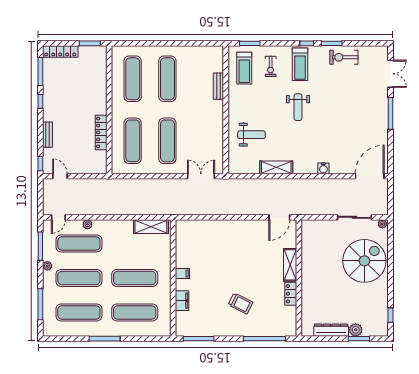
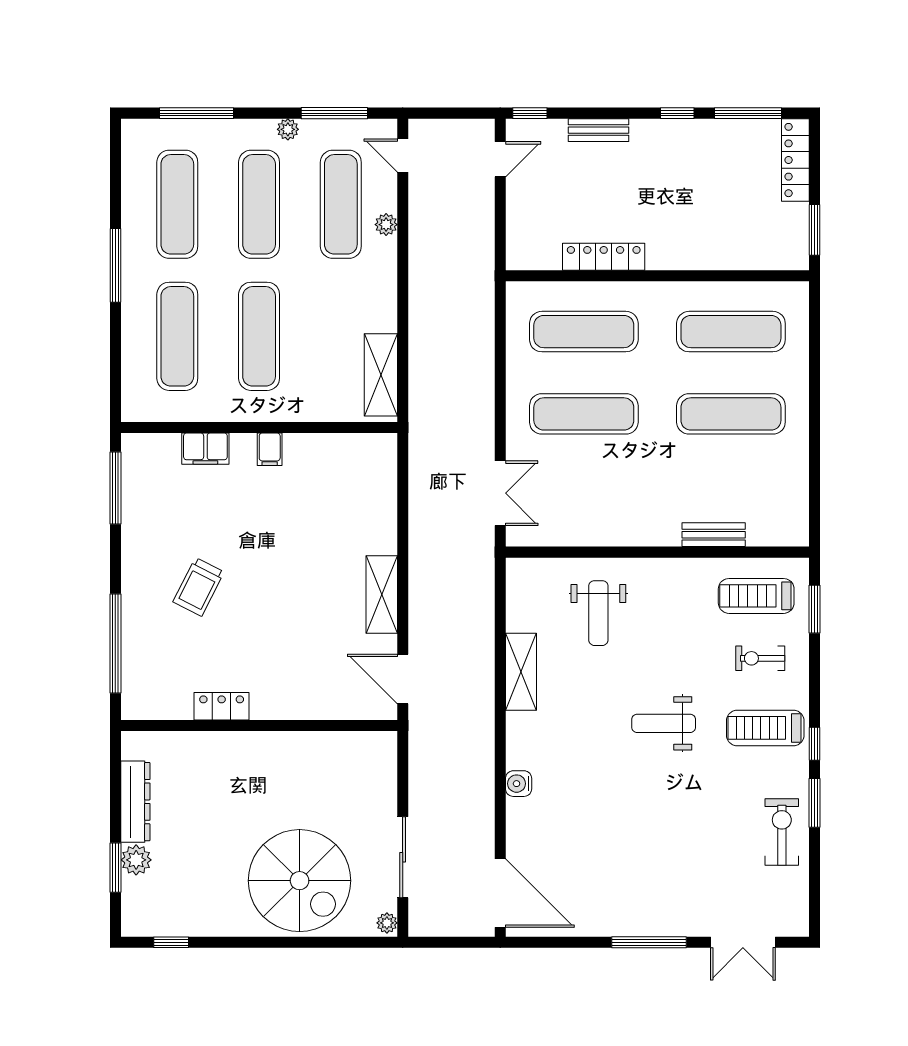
shelving: (290, 265) -> (382, 594), moved, turned 90

